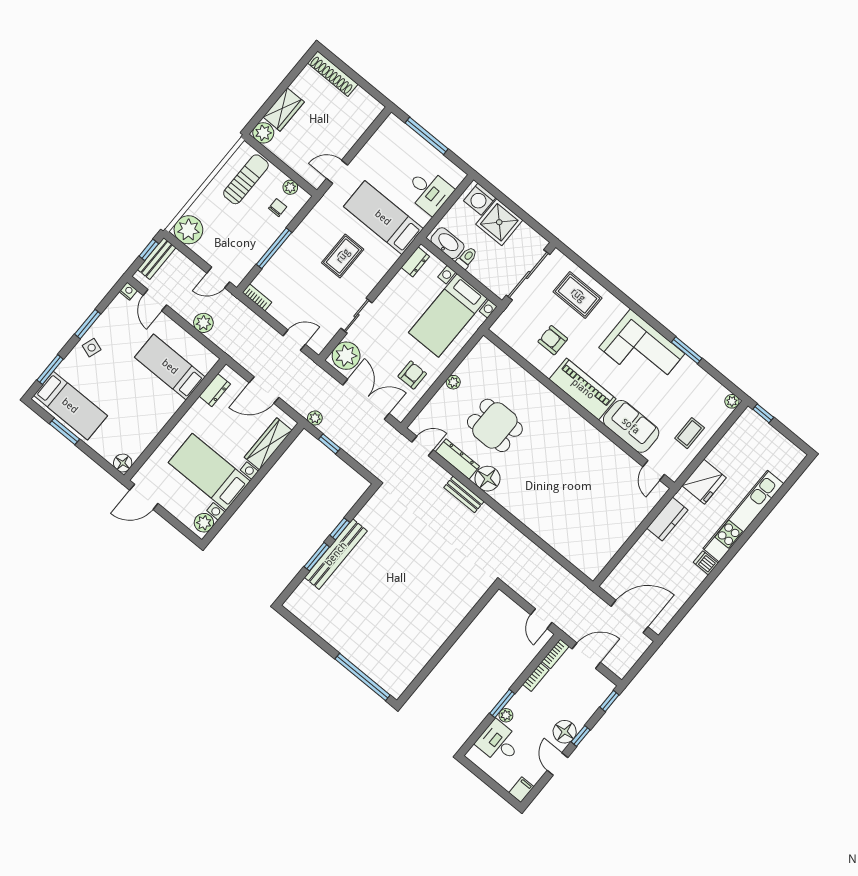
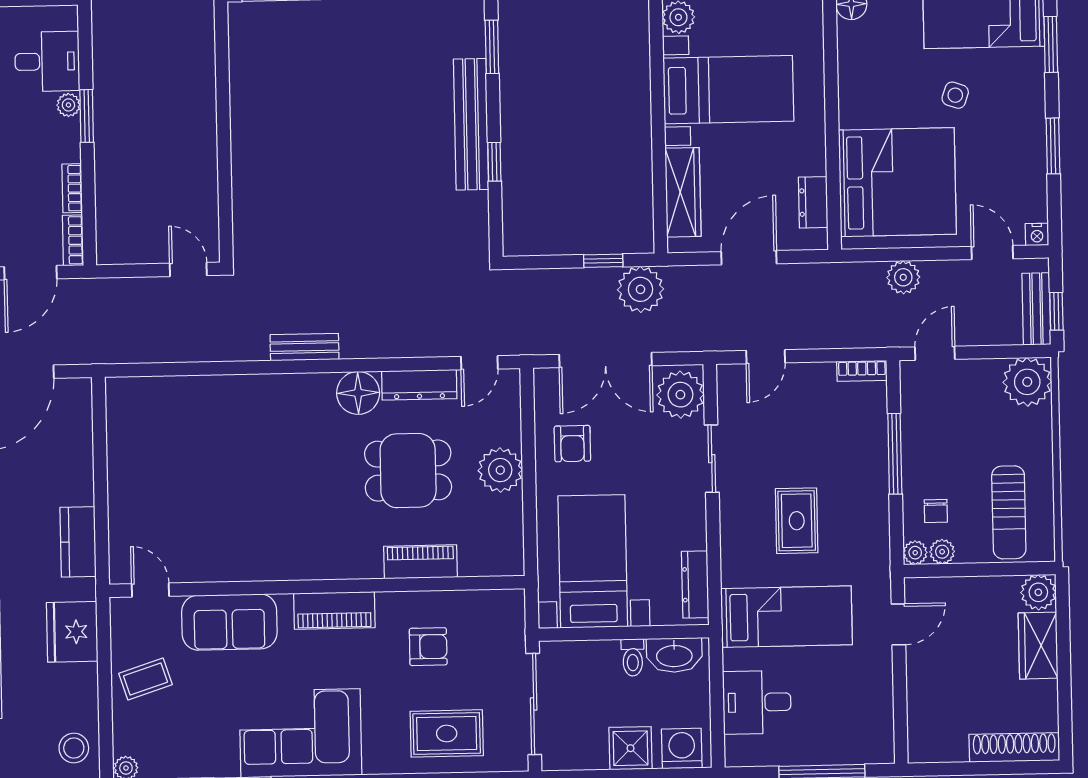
plant: (303, 197) -> (915, 553), added
shower: (499, 222) -> (631, 748), width x0.73, depth x0.73
dresser: (415, 262) -> (695, 585), width x1.44
side table: (92, 348) -> (955, 95), moved
bed: (170, 367) -> (897, 182), width x2.04
piano: (524, 381) -> (420, 562), added
plant: (453, 382) -> (500, 470), width x1.88, depth x1.88
piano: (583, 389) -> (334, 610), width x0.73, depth x0.75
plant: (315, 418) -> (640, 289), width x1.88, depth x1.88
stool: (747, 430) -> (74, 748), added
coffee table: (690, 433) -> (146, 679), turned 72
bench: (464, 494) -> (304, 347), moved
window: (317, 557) -> (492, 47), moved
door: (541, 619) -> (188, 269), moved

